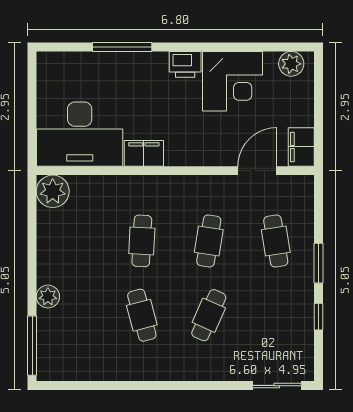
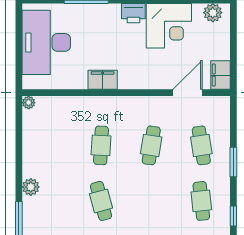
desk: (80, 134) -> (46, 42), moved, turned 90
plant: (53, 191) -> (29, 103), width x0.53, depth x0.53
cafe table: (209, 315) -> (201, 201), moved, turned -30
window: (319, 317) -> (233, 216), moved

